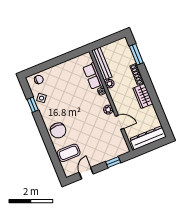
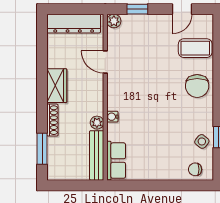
row of seats: (93, 76) -> (116, 161), moved
plant: (108, 110) -> (114, 21), moved
chair: (58, 130) -> (197, 86), turned 180

